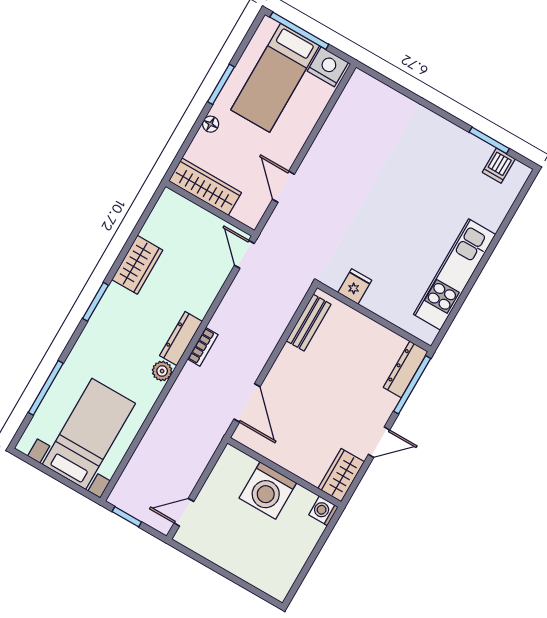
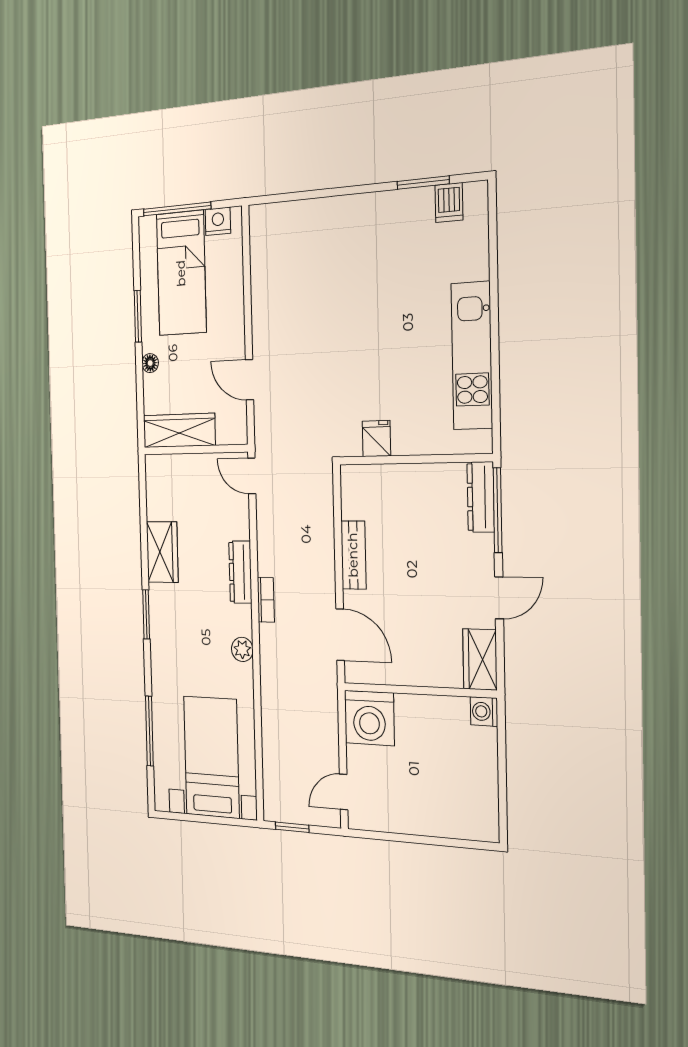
nightstand: (328, 67) -> (218, 221), width x0.74, depth x0.75
bench: (309, 323) -> (353, 555), moved
dresser: (181, 338) -> (240, 572), moved
washing machine: (268, 490) -> (369, 718), moved

